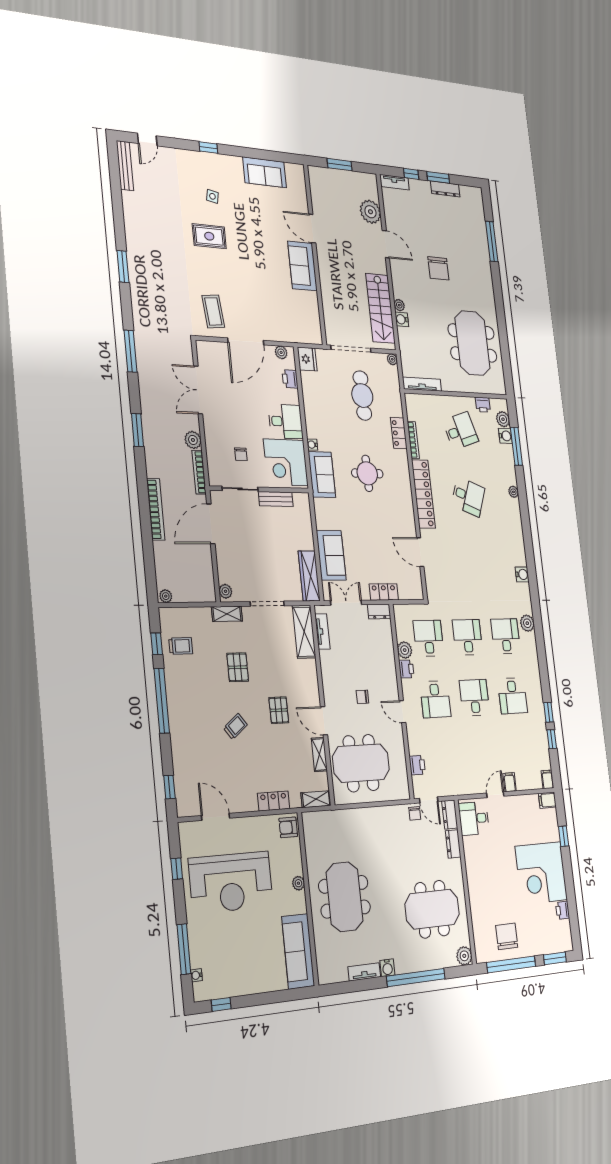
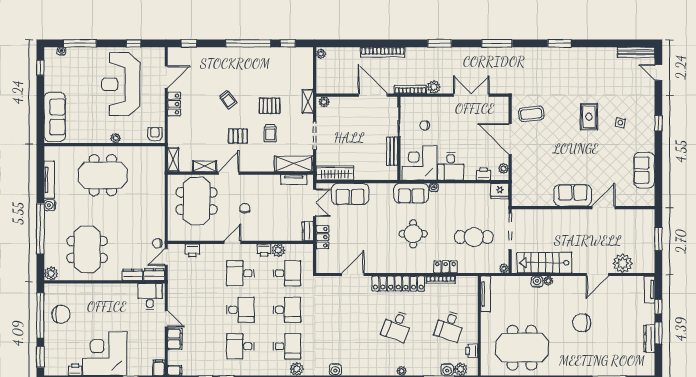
desk: (460, 431) -> (450, 326), turned 36
trolley: (181, 646) -> (270, 133), moved
filing cabinet: (510, 782) -> (175, 339), width x2.00
locker: (274, 801) -> (174, 104), moved
sofa: (298, 951) -> (55, 117), moved, turned 90
tv unit: (364, 972) -> (49, 180), width x1.41

